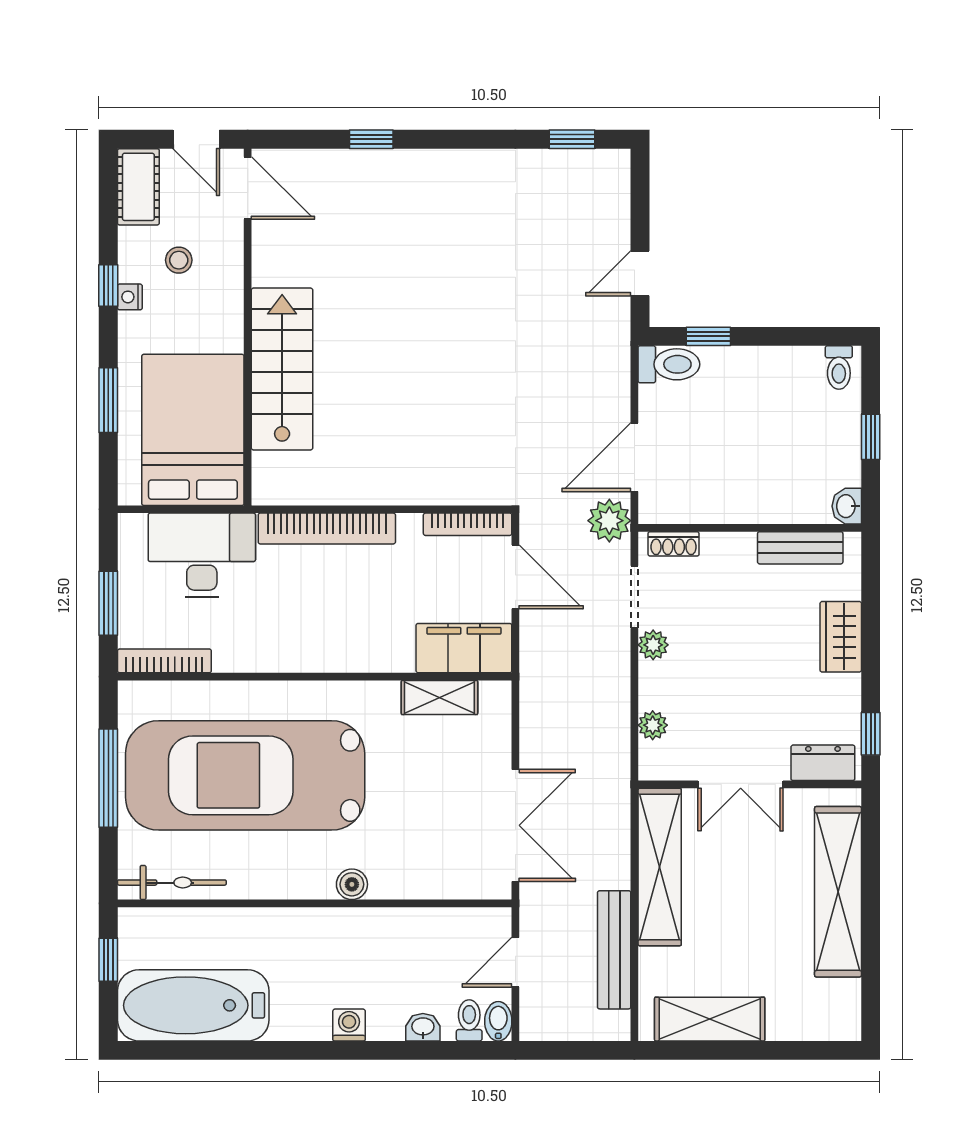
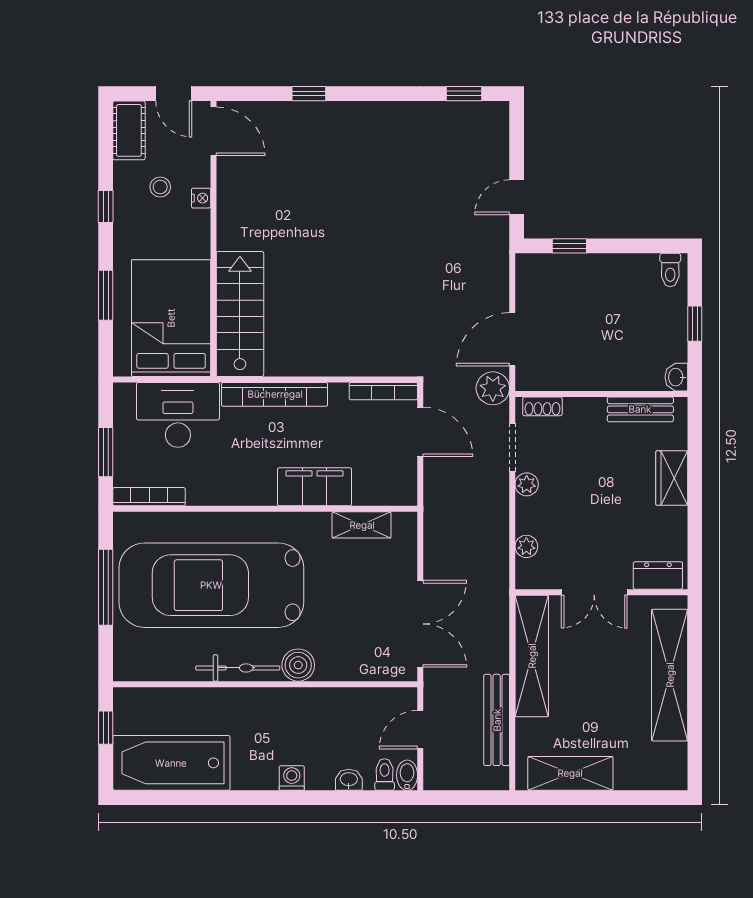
nightstand: (130, 297) -> (201, 198), moved, turned 180
toilet: (669, 364) -> (539, 268), removed
stairs: (282, 369) -> (240, 314), moved
filing cabinet: (464, 648) -> (314, 487), moved
window: (871, 734) -> (695, 553), removed
bicycle: (172, 883) -> (238, 668), moved
boiler: (352, 884) -> (298, 665), width x1.36, depth x1.36

